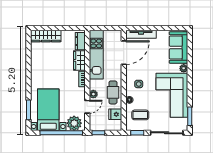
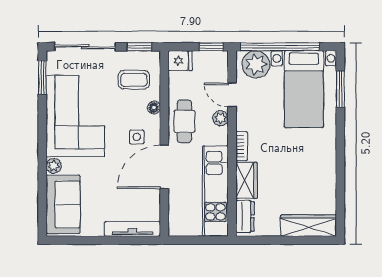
door: (124, 53) -> (164, 167), moved
door: (87, 107) -> (232, 95), hinge flipped
fridge: (115, 114) -> (180, 61), moved

